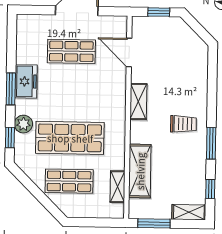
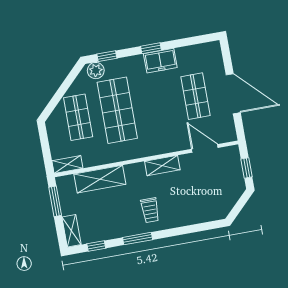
door: (129, 52) -> (205, 148), hinge flipped
window: (11, 89) -> (151, 48), width x0.67
plant: (23, 124) -> (96, 71), moved
shelving: (117, 187) -> (67, 164), moved

